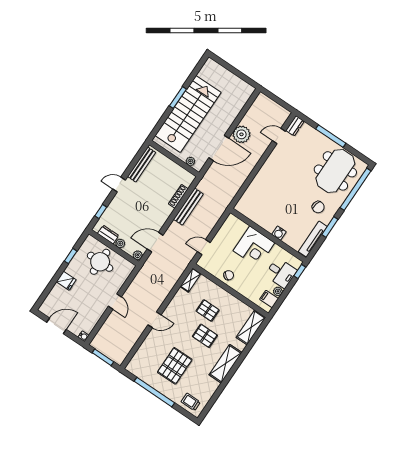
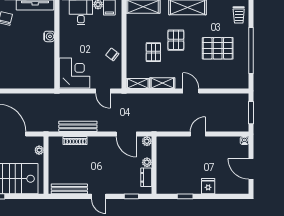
corner desk: (254, 247) -> (74, 73), moved
round table: (100, 262) -> (173, 169), removed
shelving: (177, 301) -> (162, 83), added

